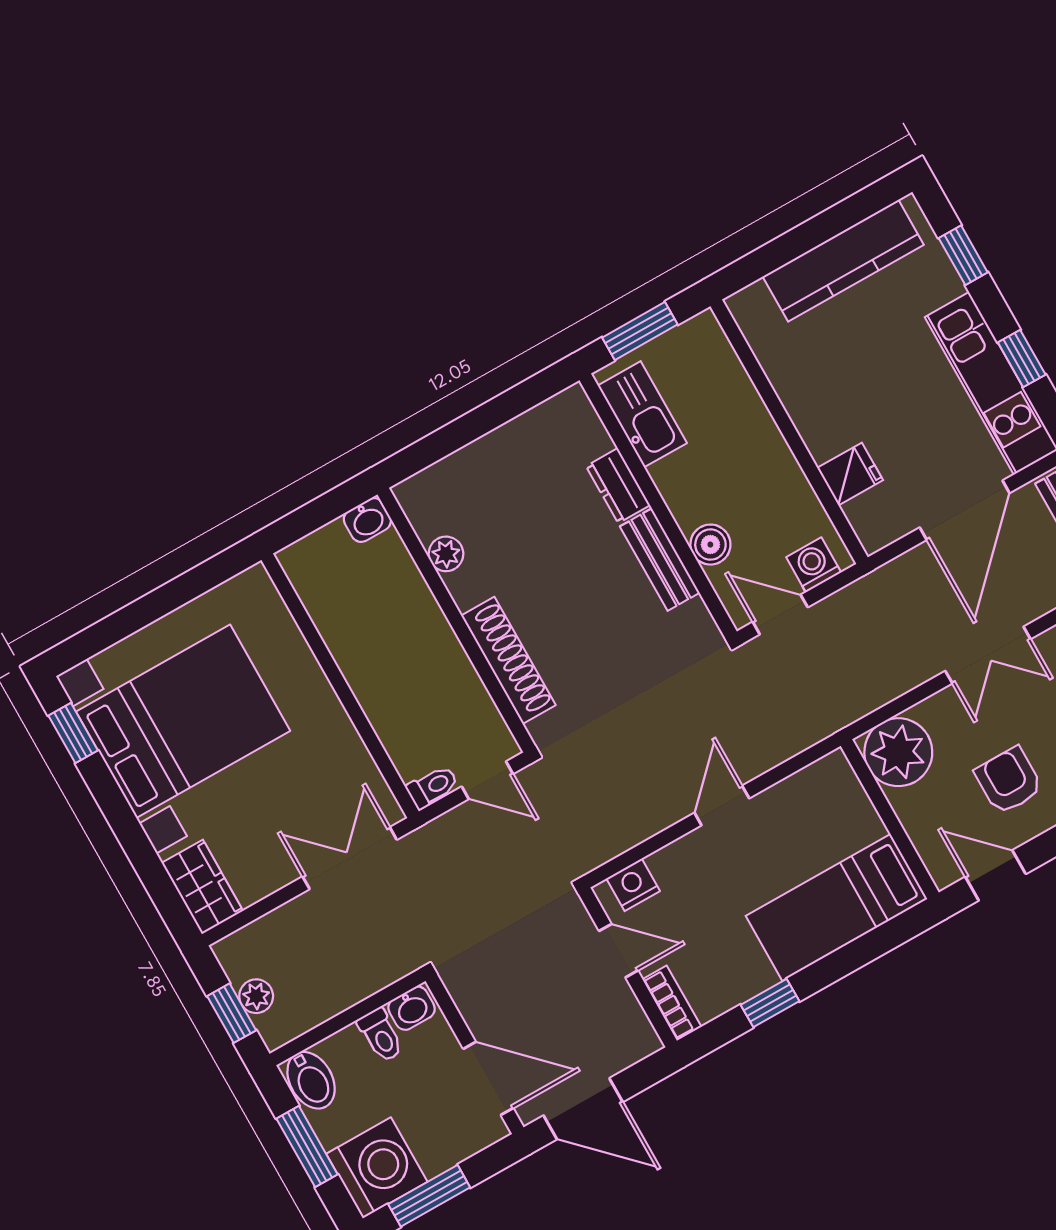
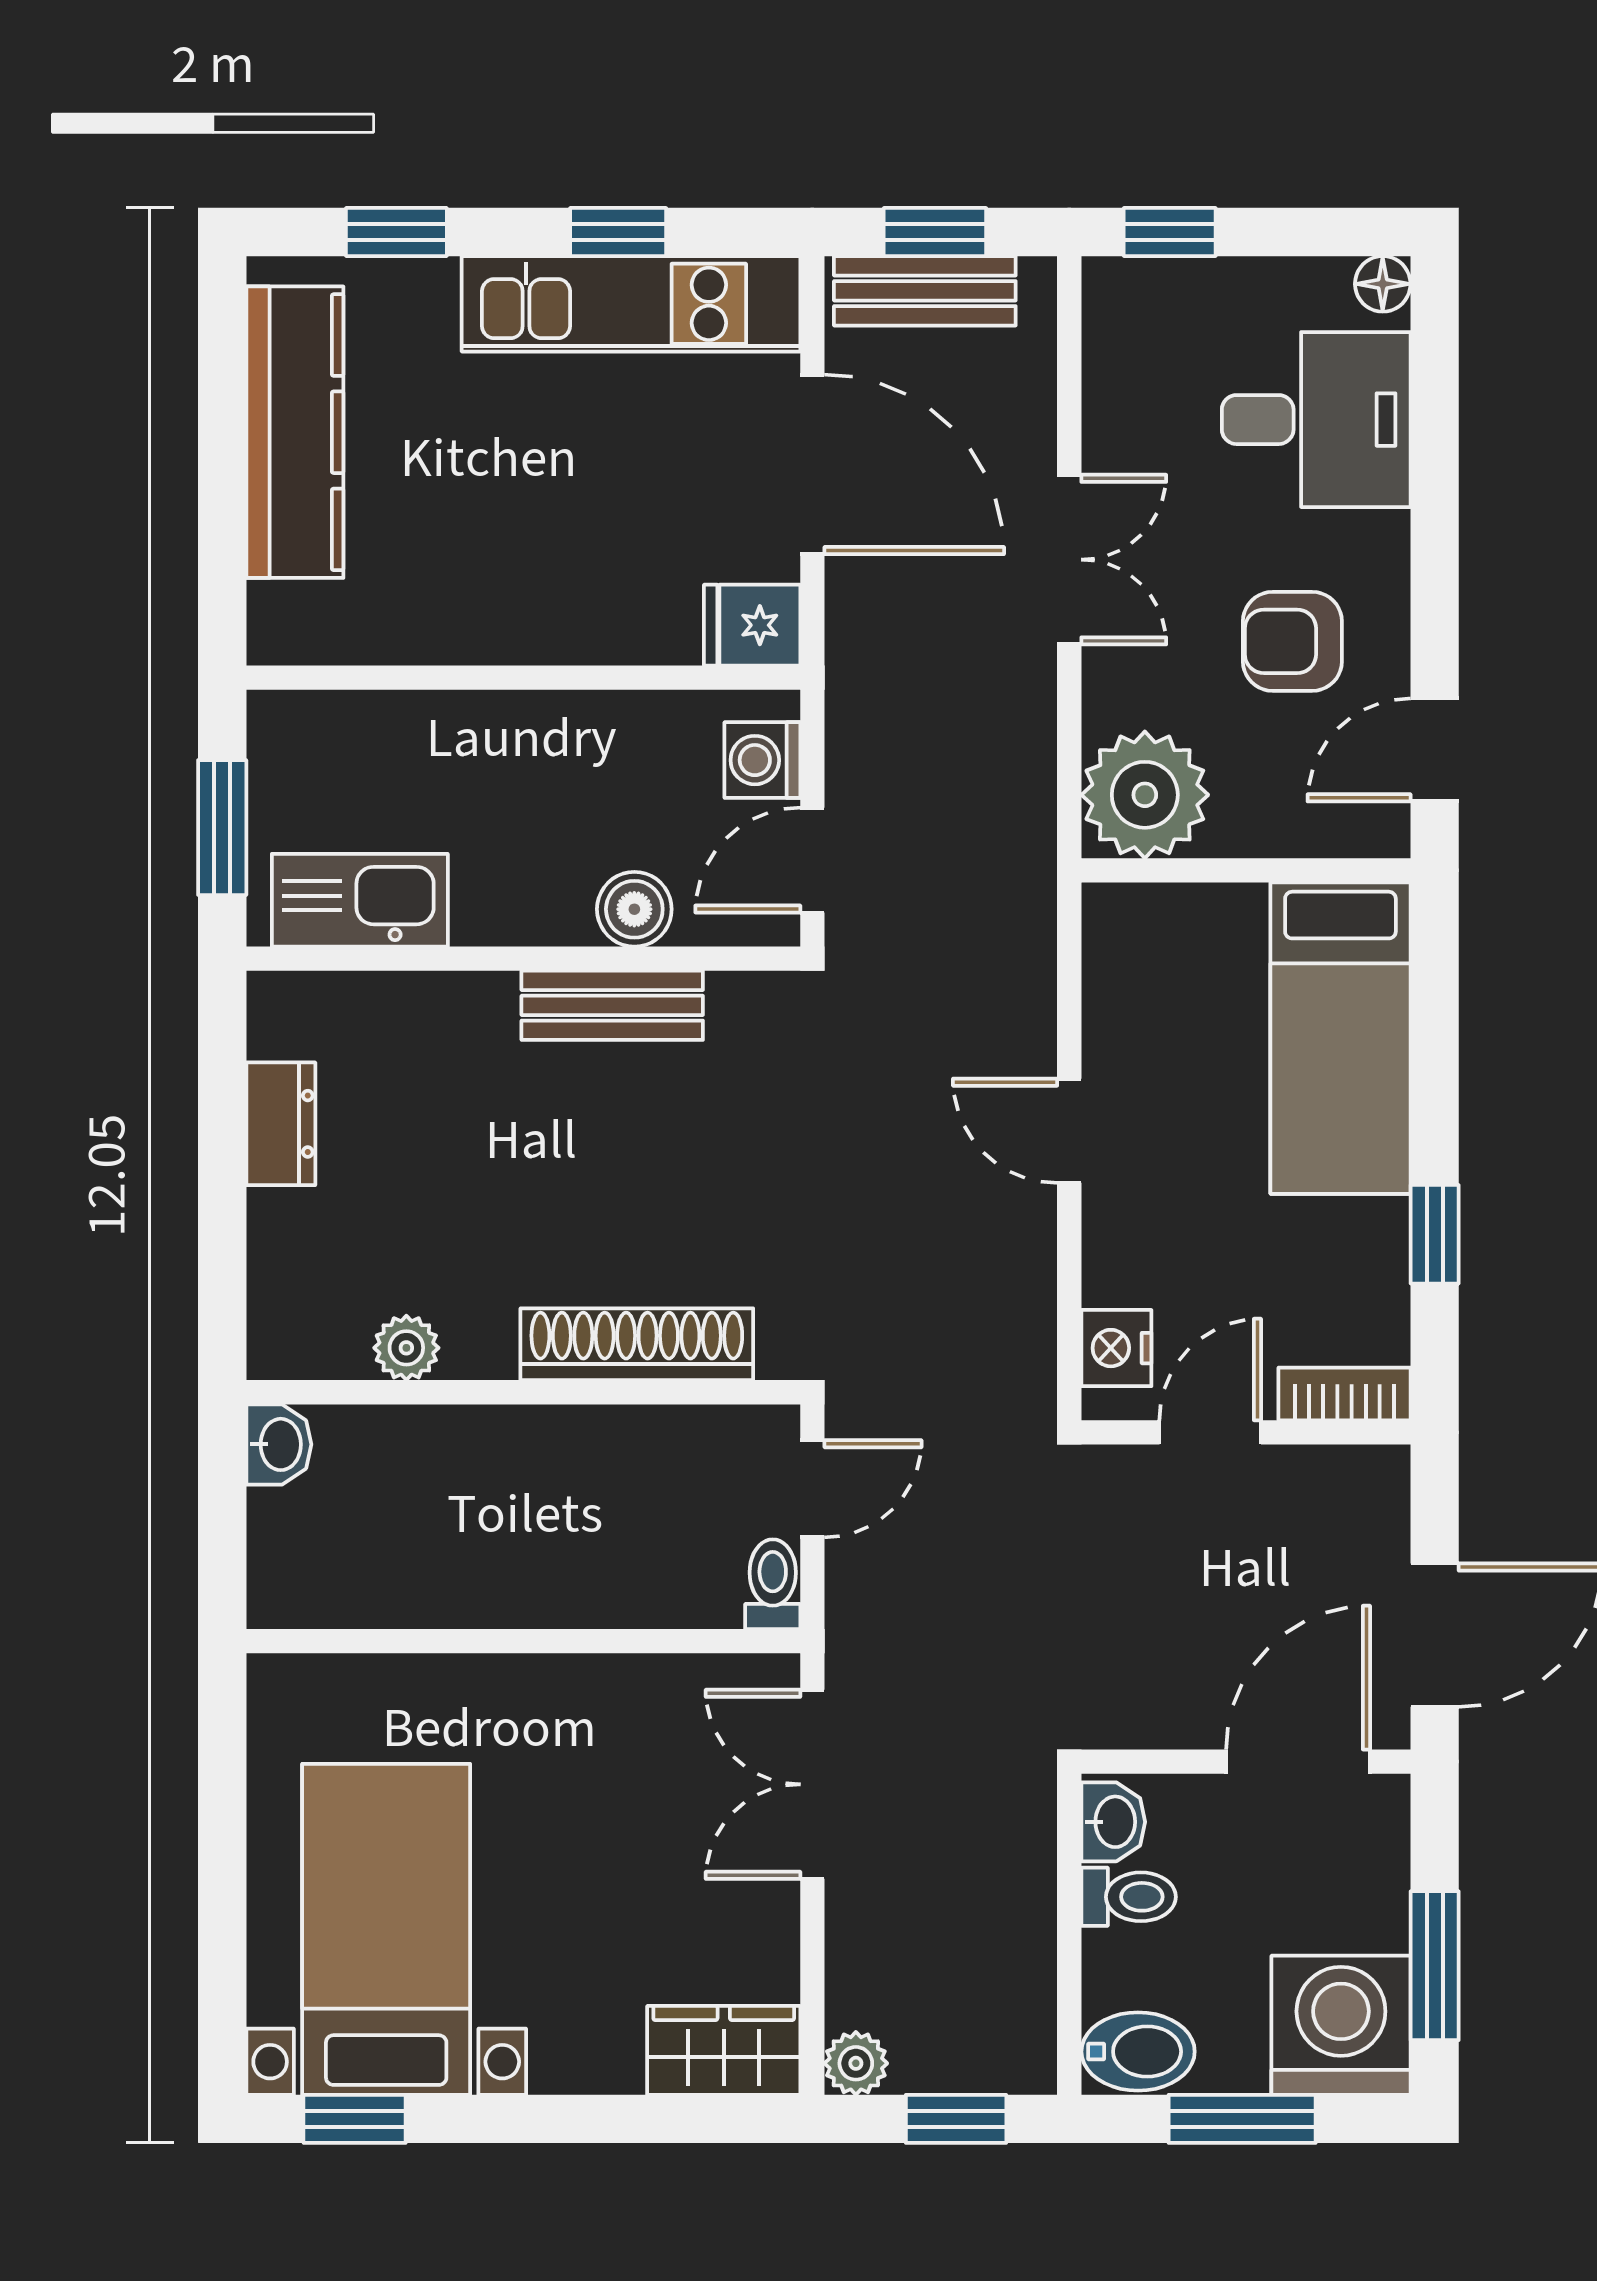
fridge: (850, 474) -> (752, 625), moved, turned -90
dresser: (618, 486) -> (281, 1124), moved, turned -90
bed with nightstands: (183, 721) -> (386, 1929), width x0.73
plant: (256, 996) -> (856, 2063), moved

